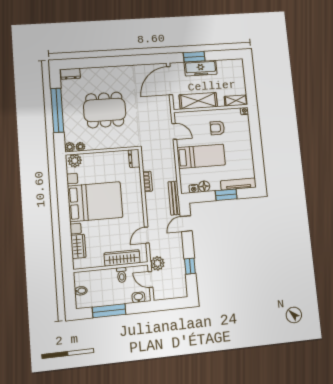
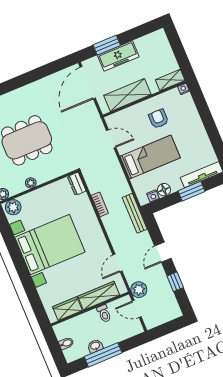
armchair: (217, 128) -> (159, 119), turned 90
plant: (80, 147) -> (31, 183), moved
door: (186, 224) -> (163, 252), moved
wardrobe: (78, 246) -> (67, 309), moved, turned -90
washbasin: (138, 297) -> (95, 346), moved

